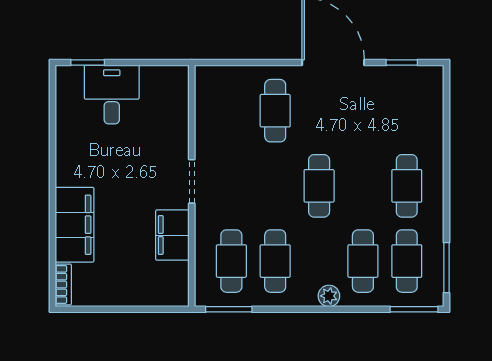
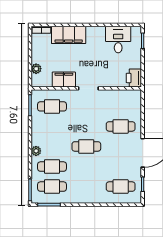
printer: (169, 82) -> (134, 78), added
desk: (112, 95) -> (118, 39), moved, turned -90
cafe table: (407, 186) -> (121, 187), moved
cafe table: (275, 261) -> (52, 126), removed
plant: (149, 296) -> (36, 69), added

